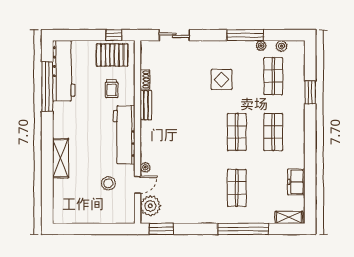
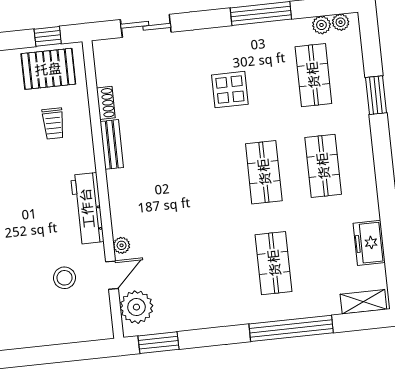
plant: (261, 46) -> (341, 22), moved
workbench: (124, 135) -> (87, 208), width x0.73, depth x0.76

